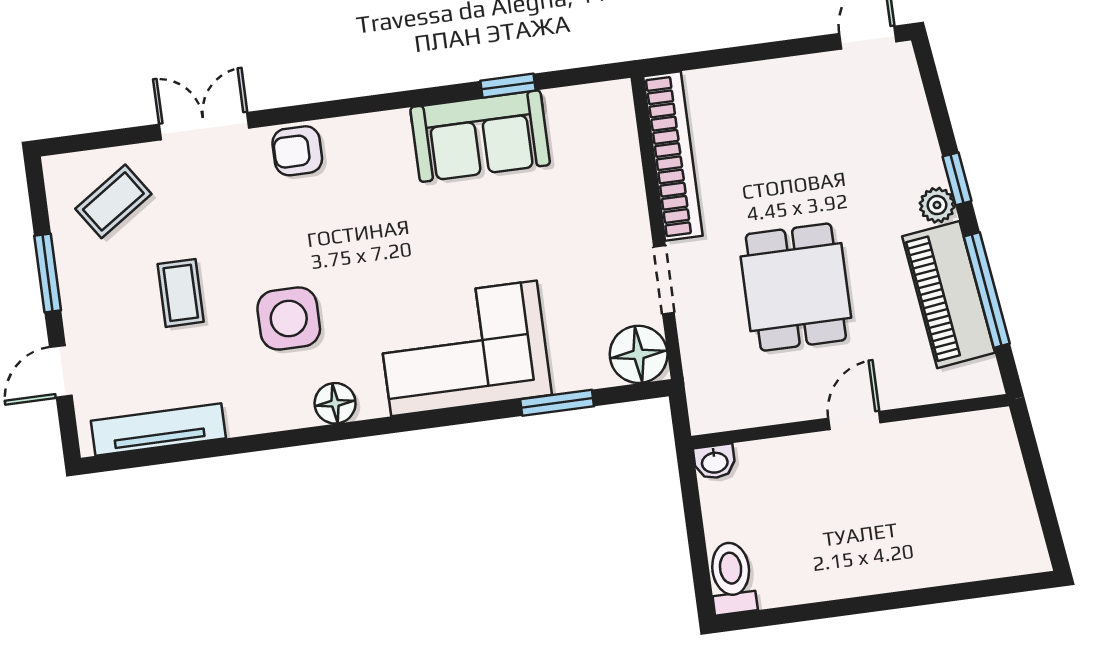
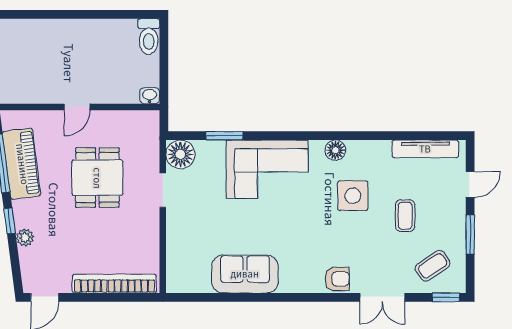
window: (508, 86) -> (446, 297), moved
bookcase: (673, 156) -> (115, 284), moved, turned 90
plant: (937, 205) -> (25, 238), moved

